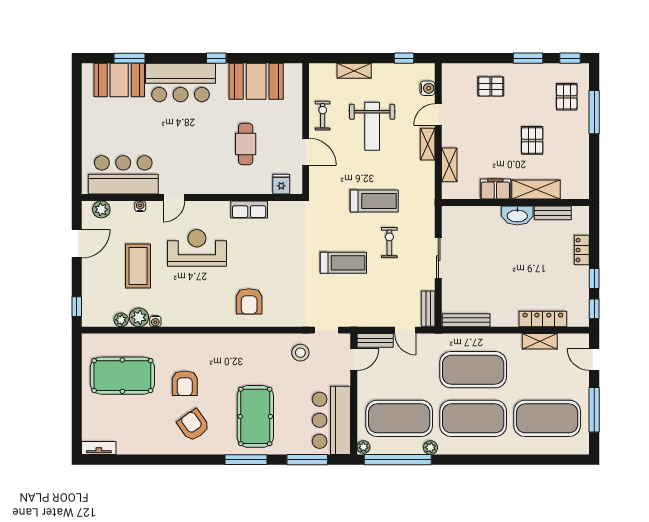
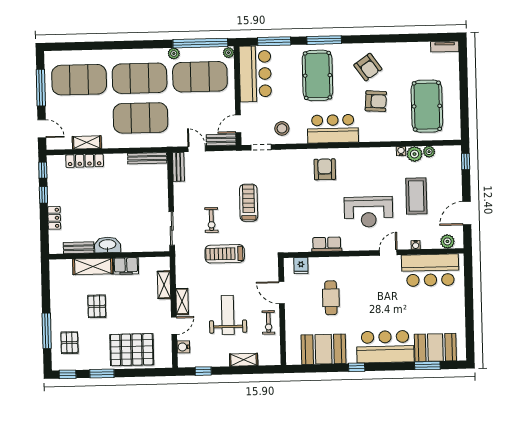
pallet: (491, 86) -> (132, 350), width x2.05, depth x2.00
sliding door: (438, 258) -> (172, 228), moved
treadmill: (343, 263) -> (249, 203), turned 90
bar counter: (238, 351) -> (333, 129), added
pool table: (122, 376) -> (427, 106), turned 90
armchair: (185, 383) -> (376, 101), turned 94

